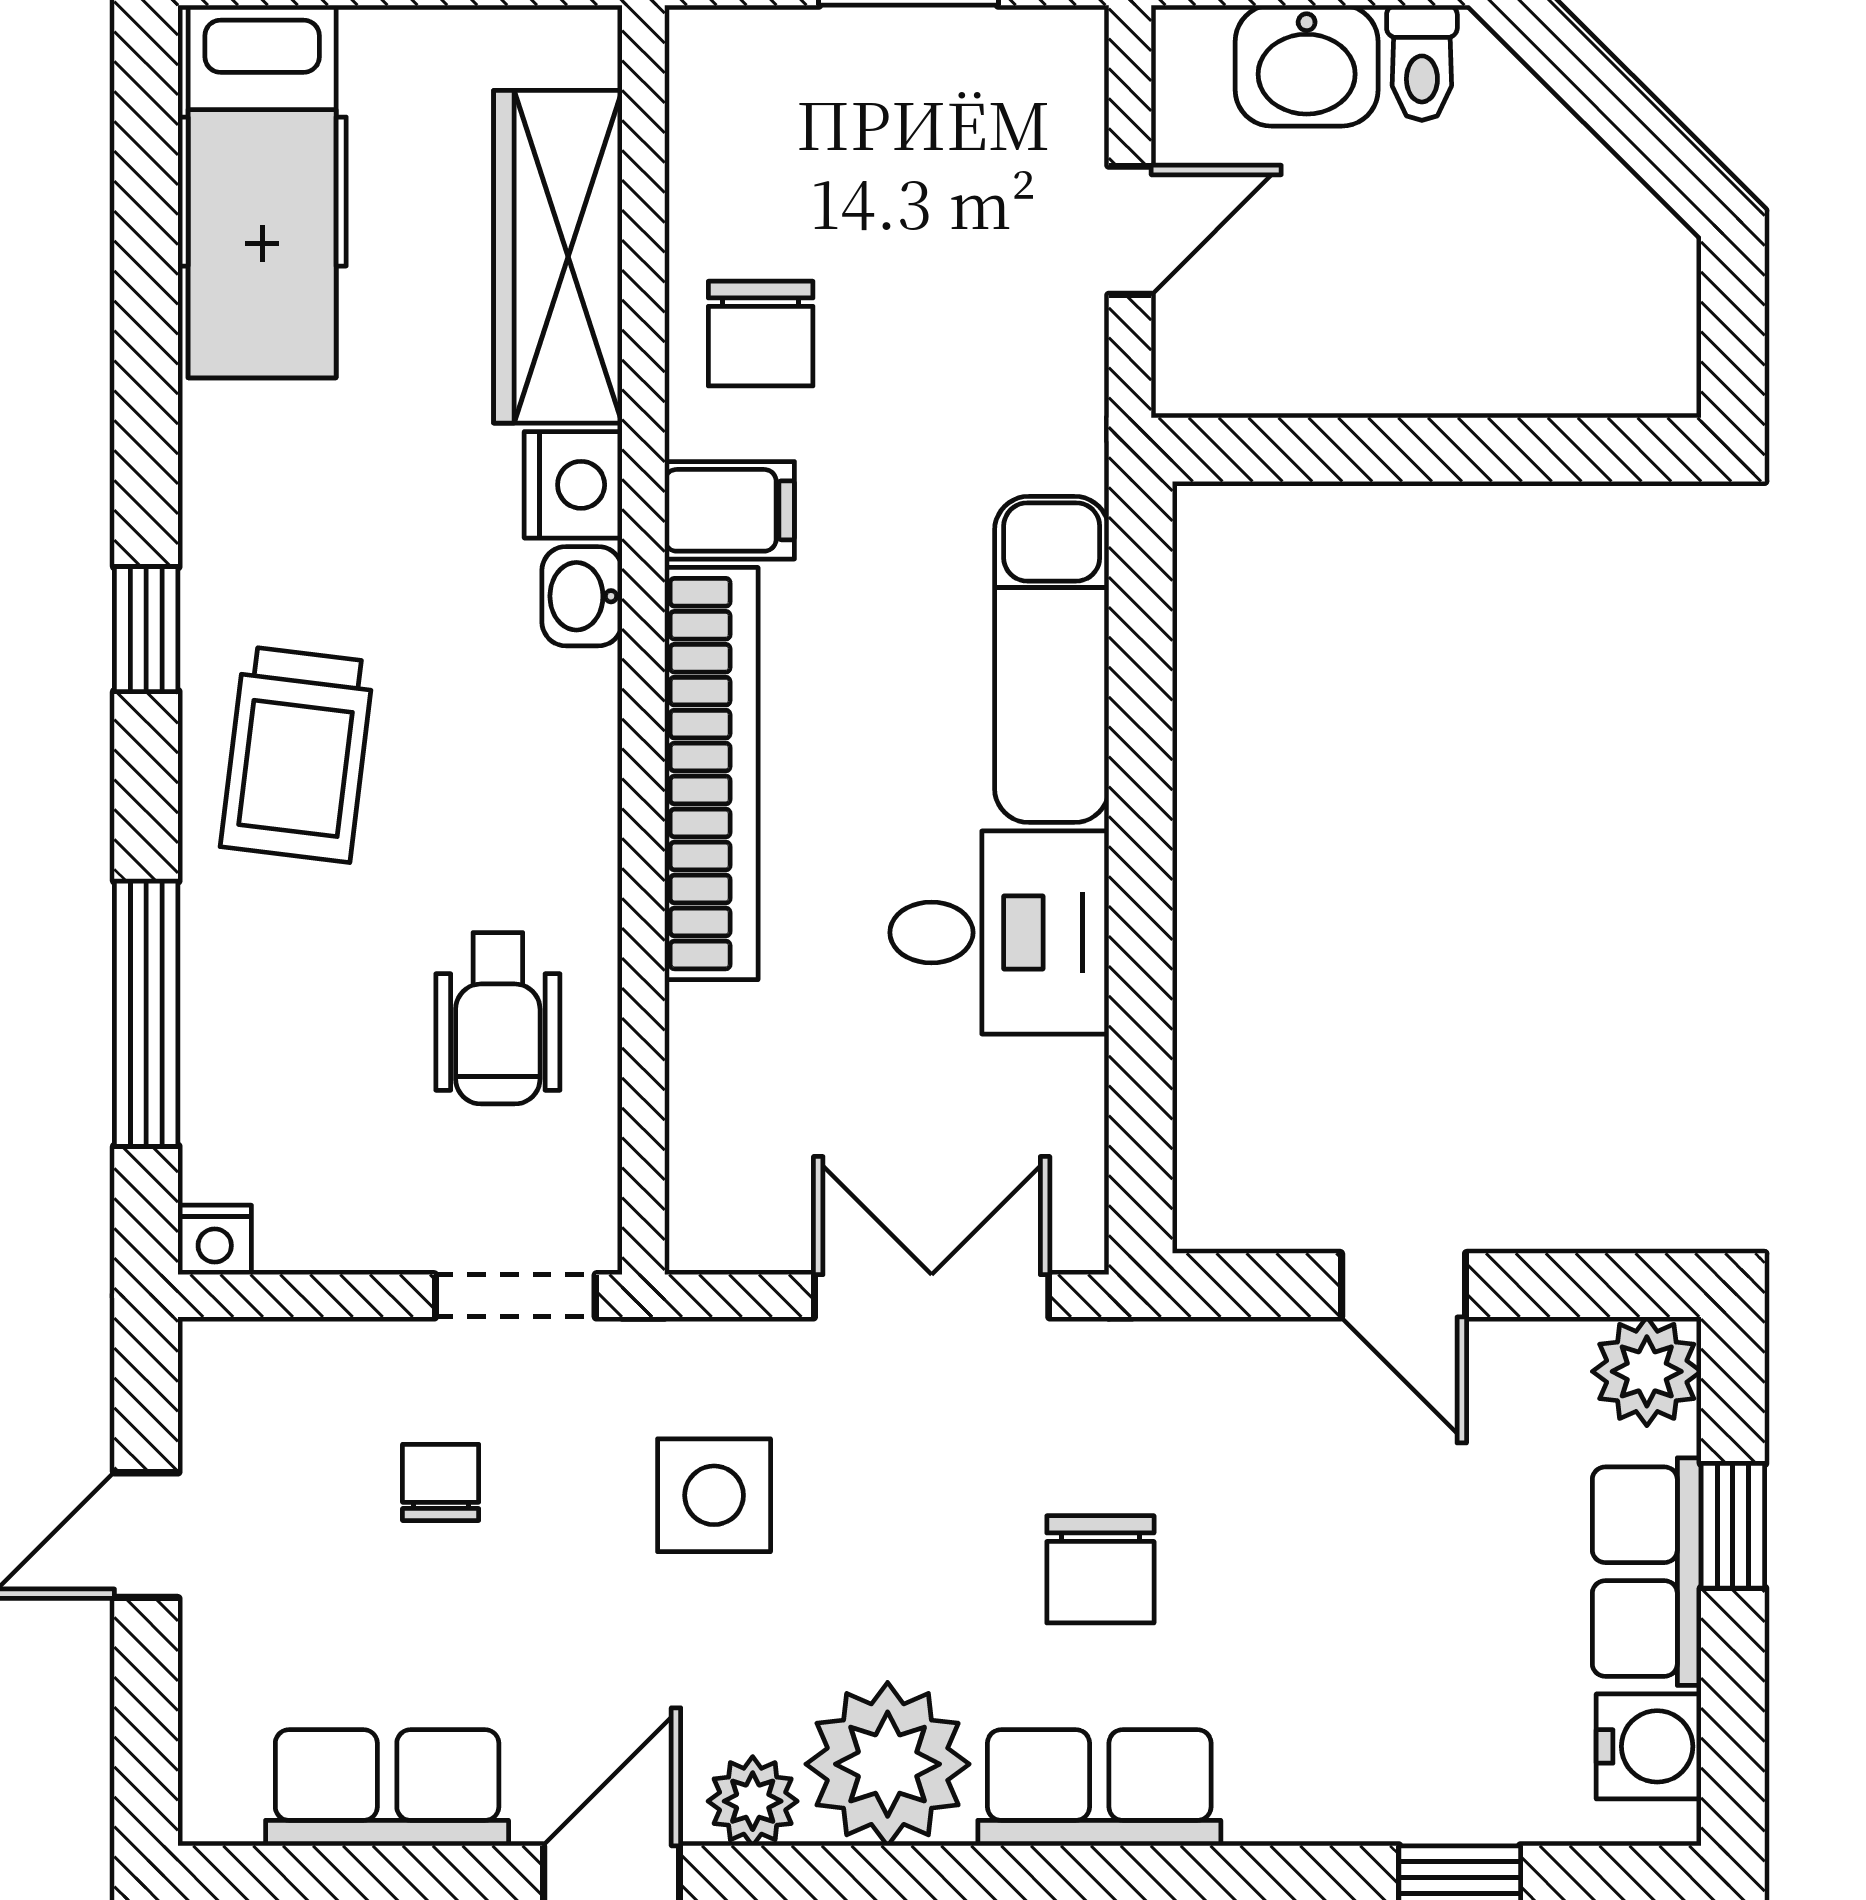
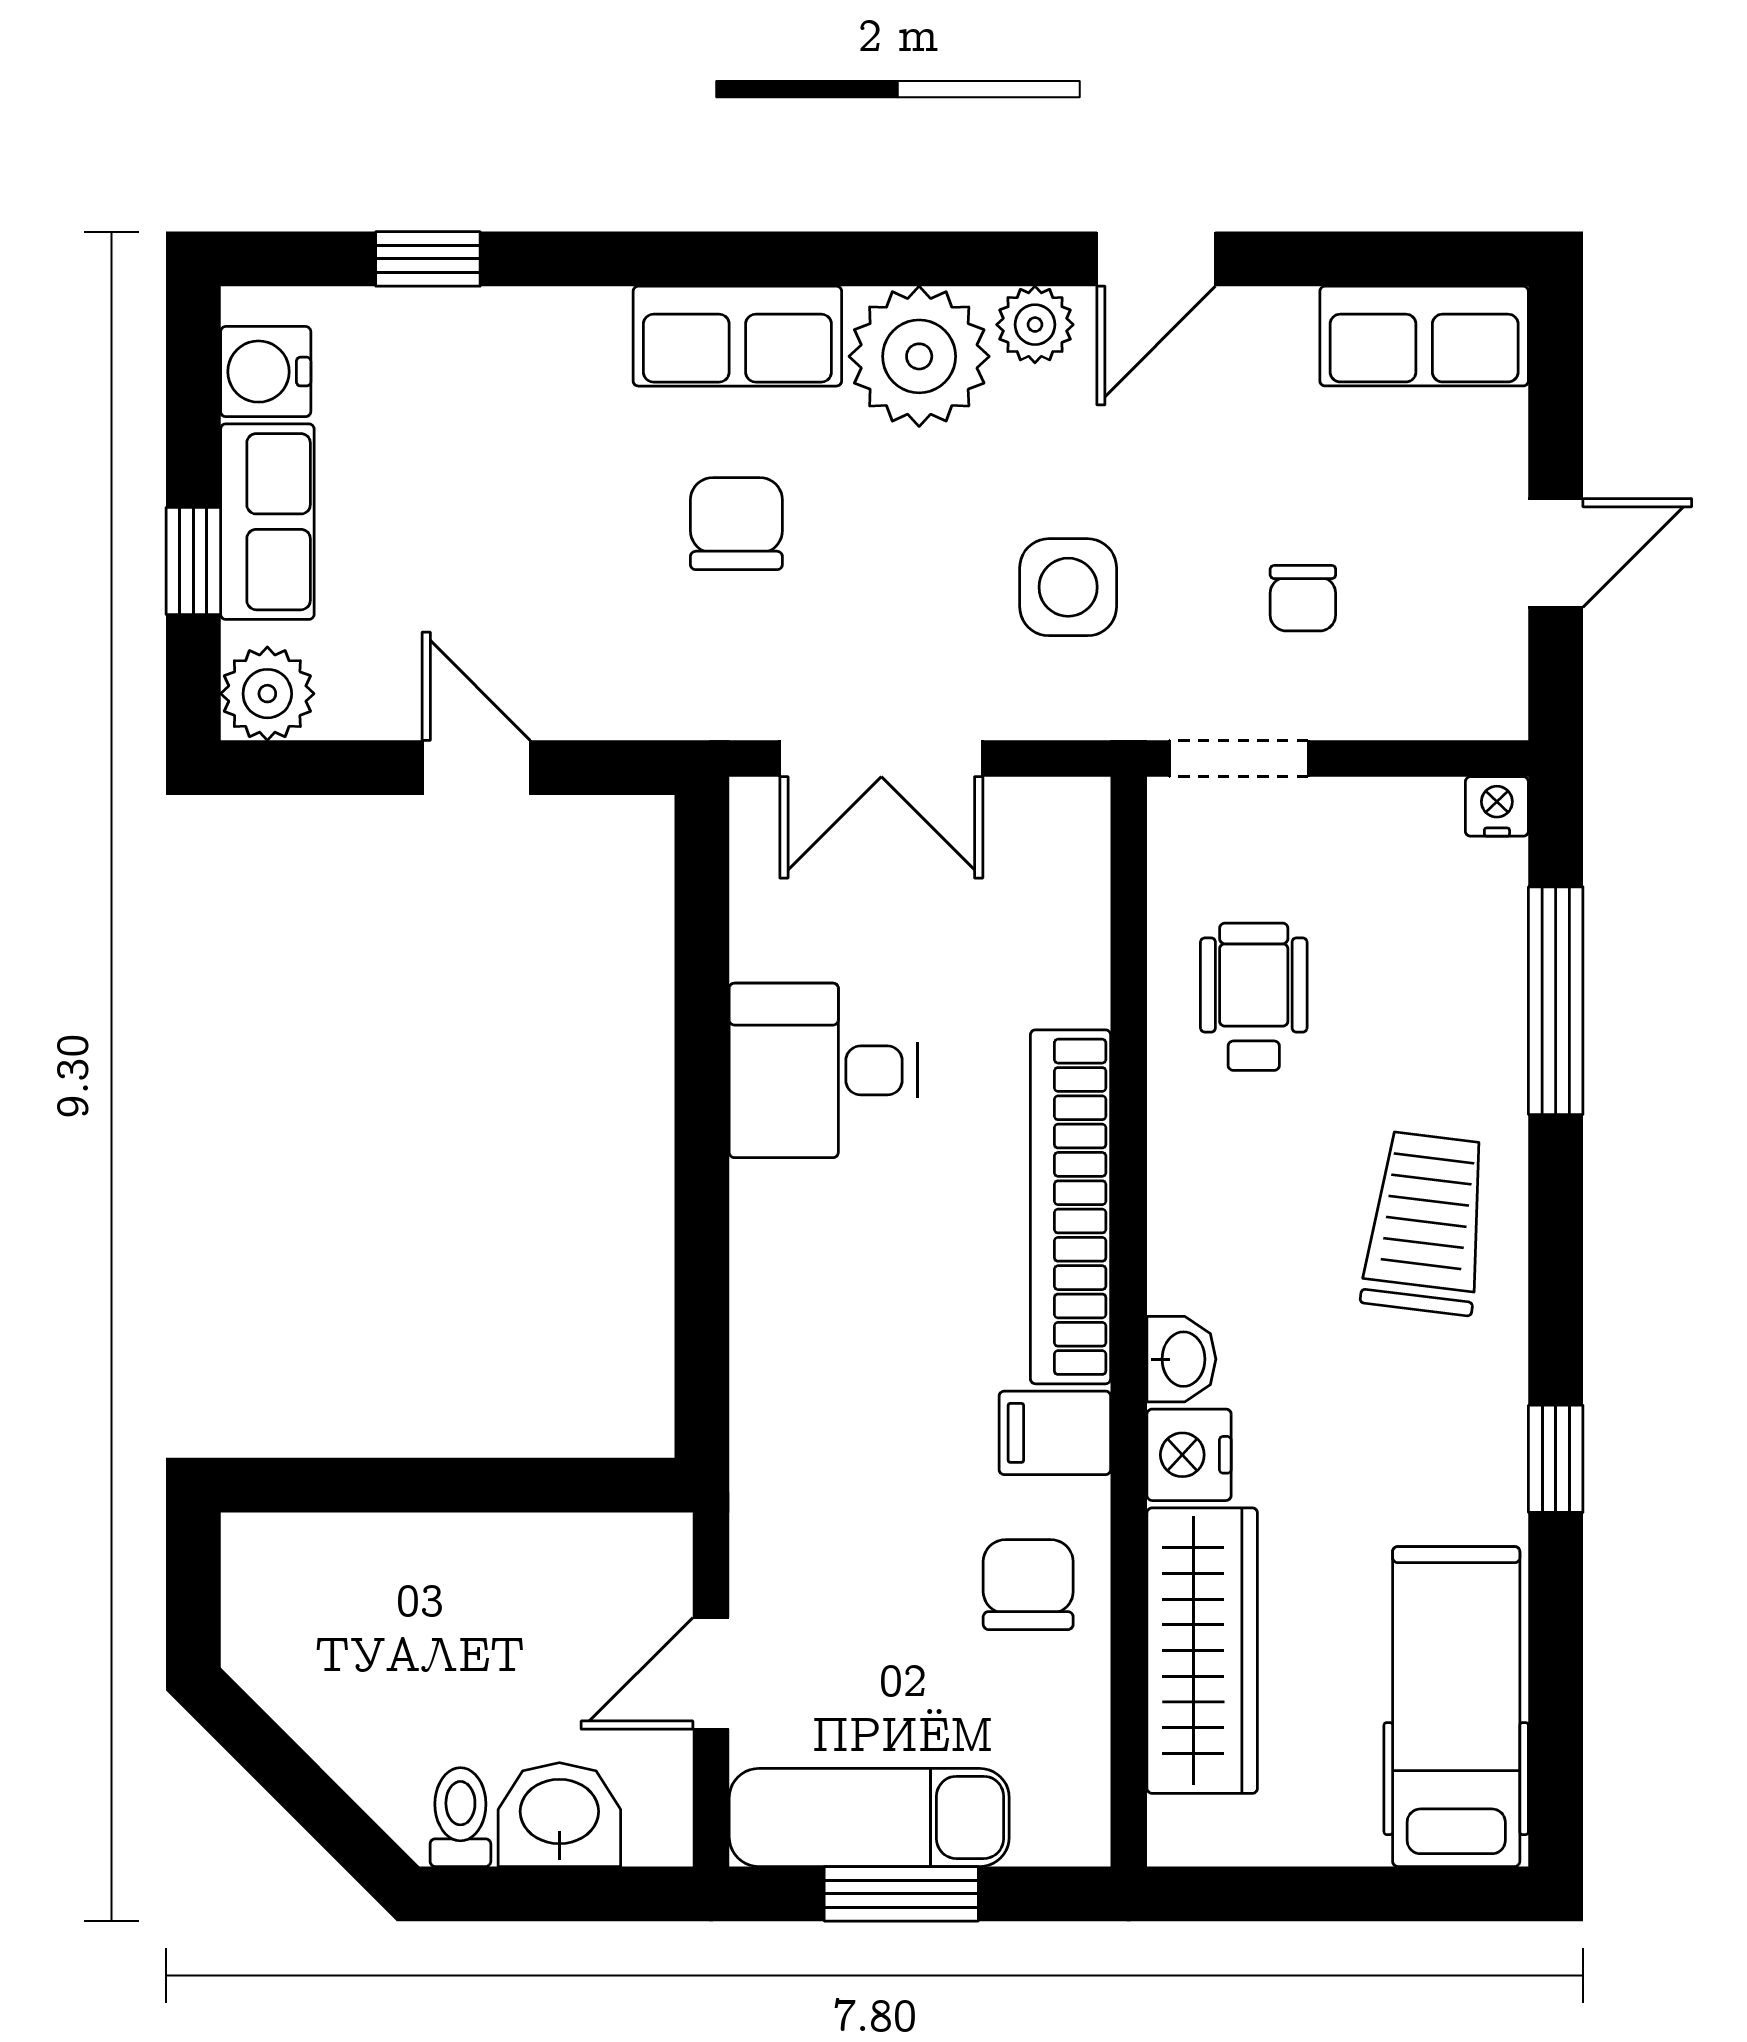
window: (146, 629) -> (1556, 1459), moved
exam couch: (1052, 659) -> (869, 1817), moved, turned -90
row of seats: (387, 1788) -> (1424, 336), moved

